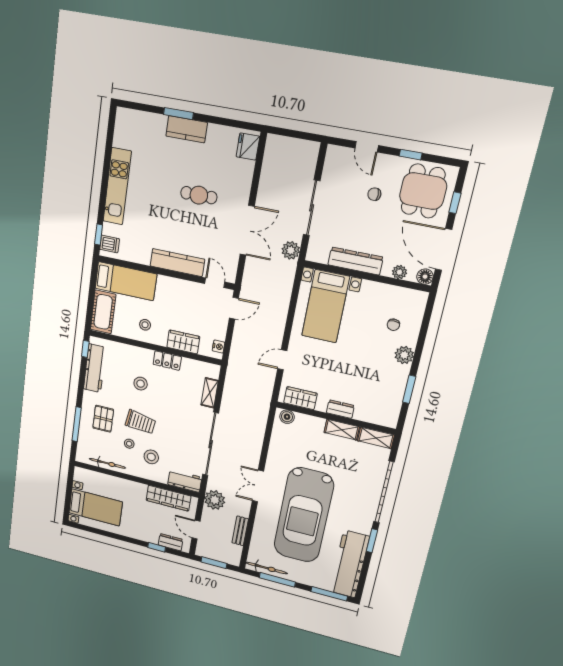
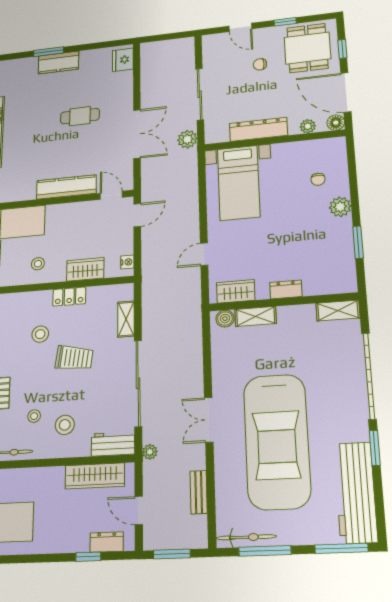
trolley: (140, 422) -> (74, 358), moved
shelving: (342, 430) -> (256, 316), moved
plant: (215, 500) -> (150, 452), width x0.53, depth x0.53

